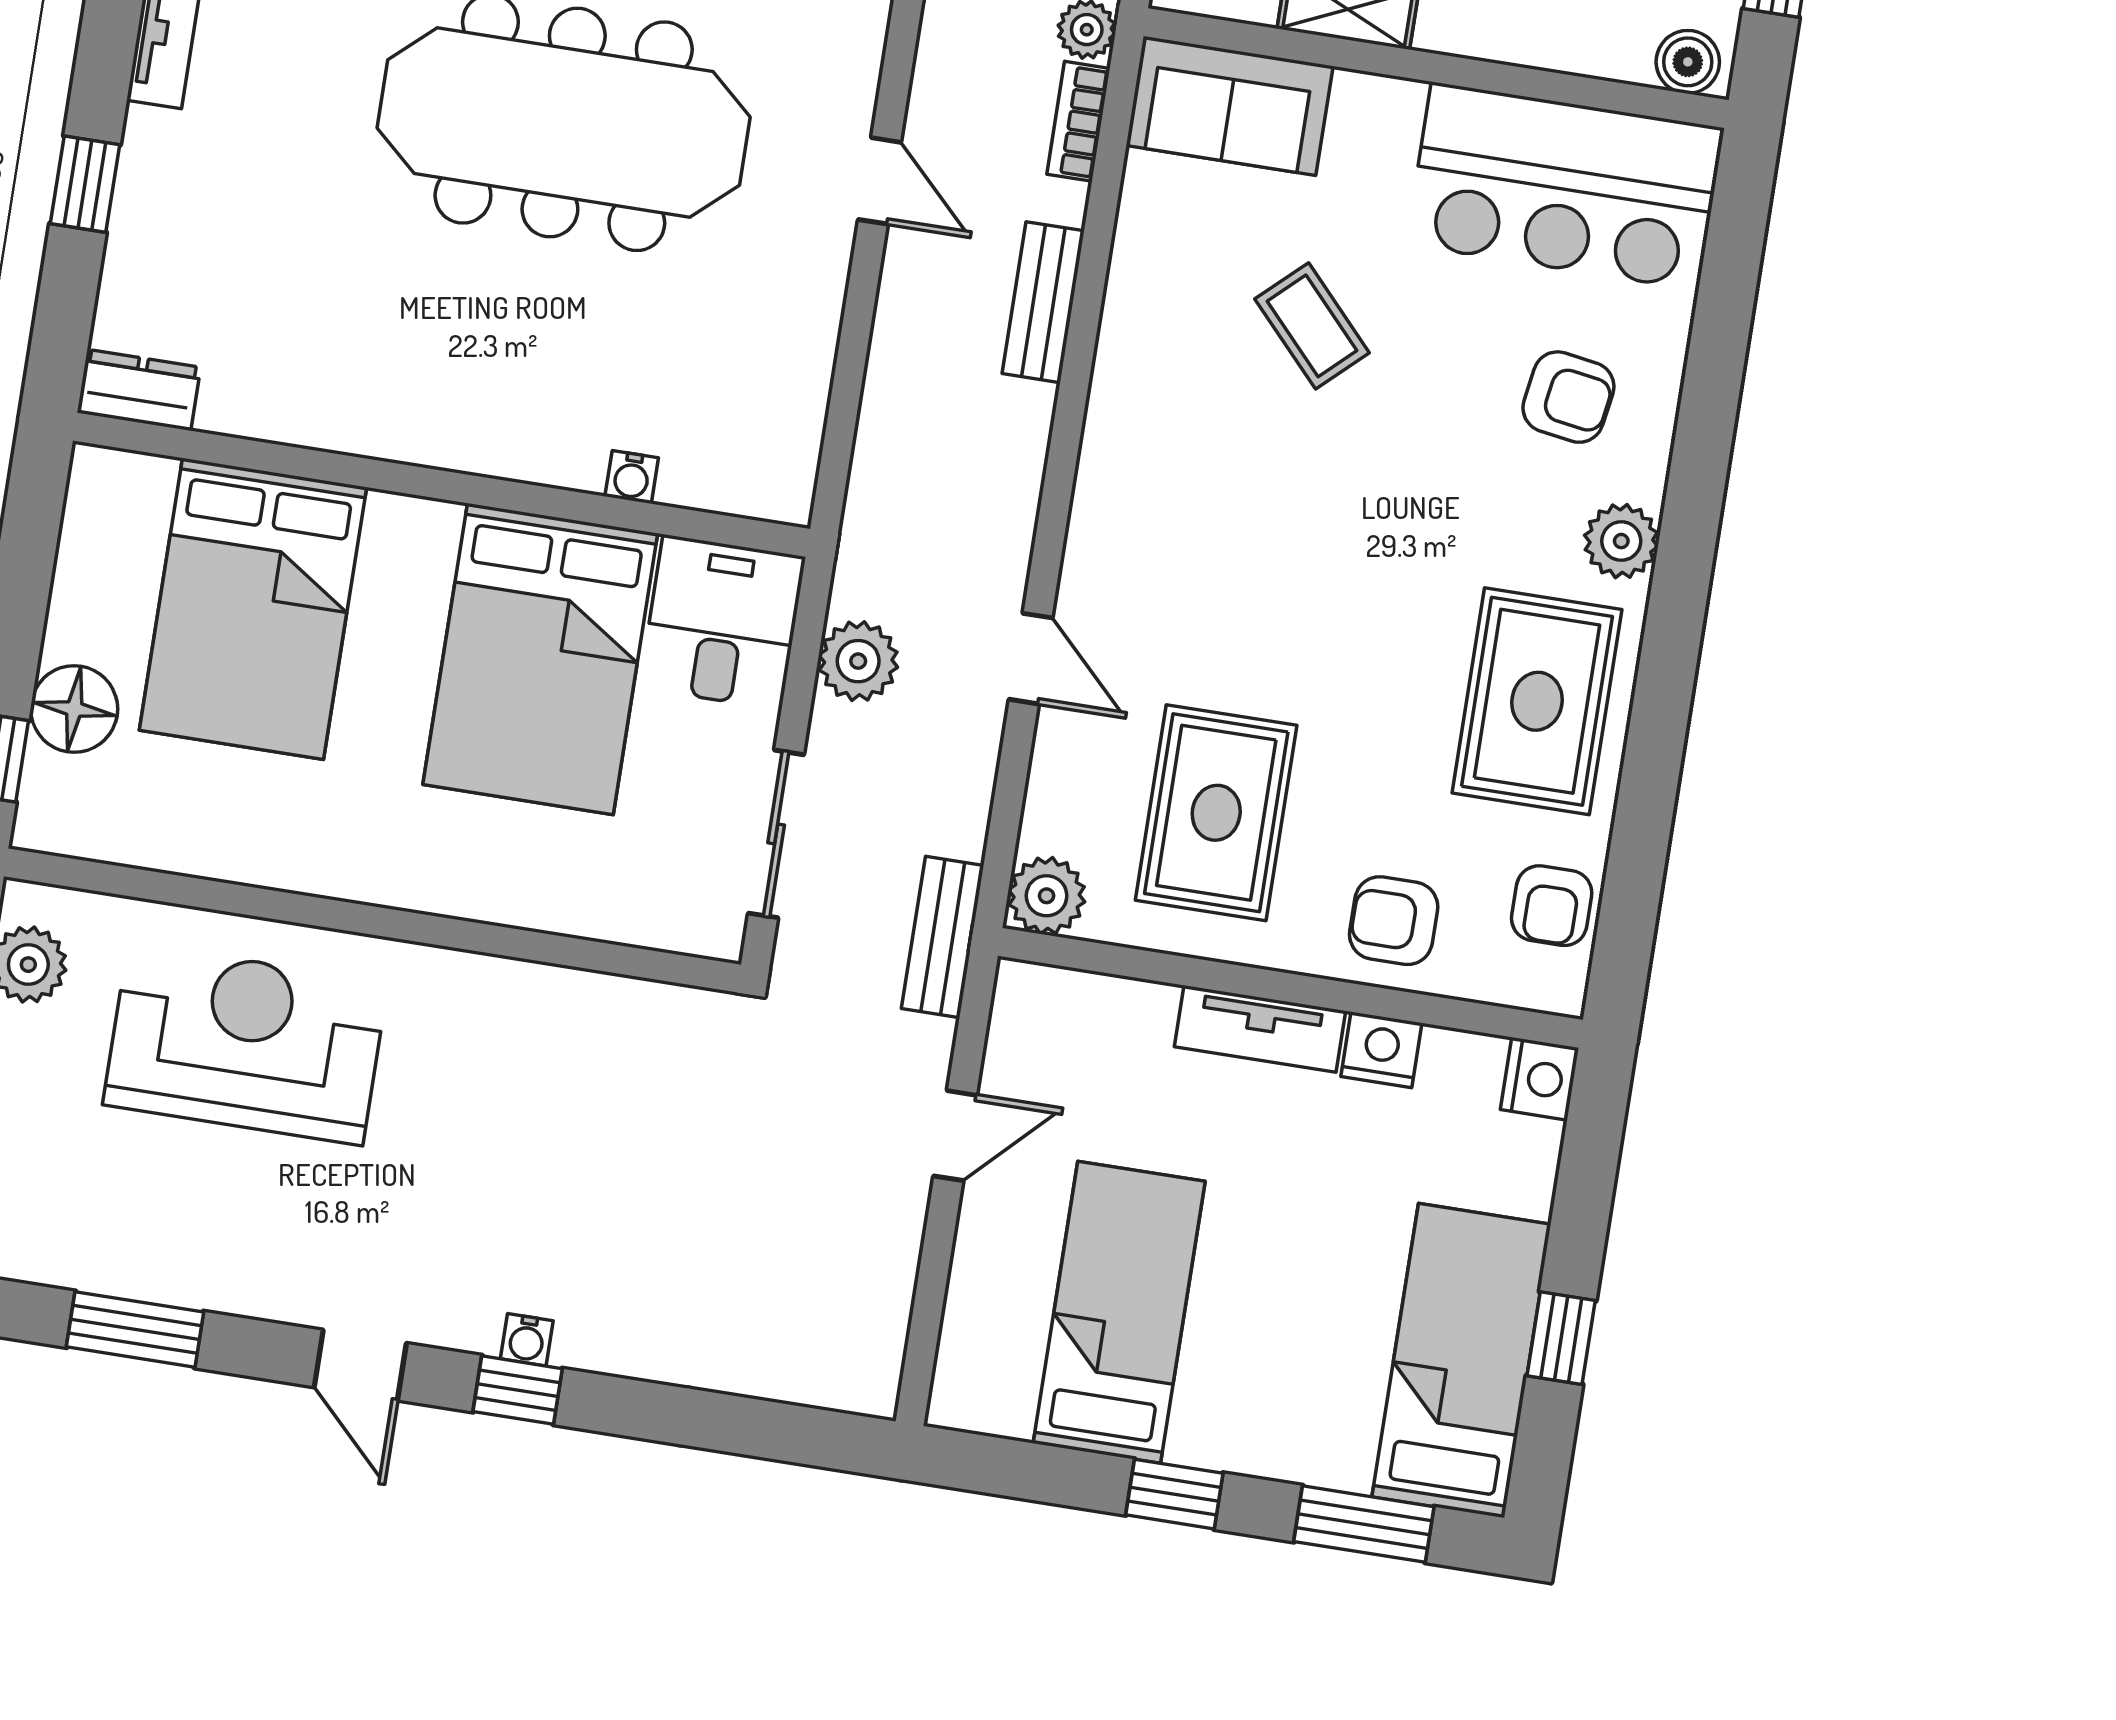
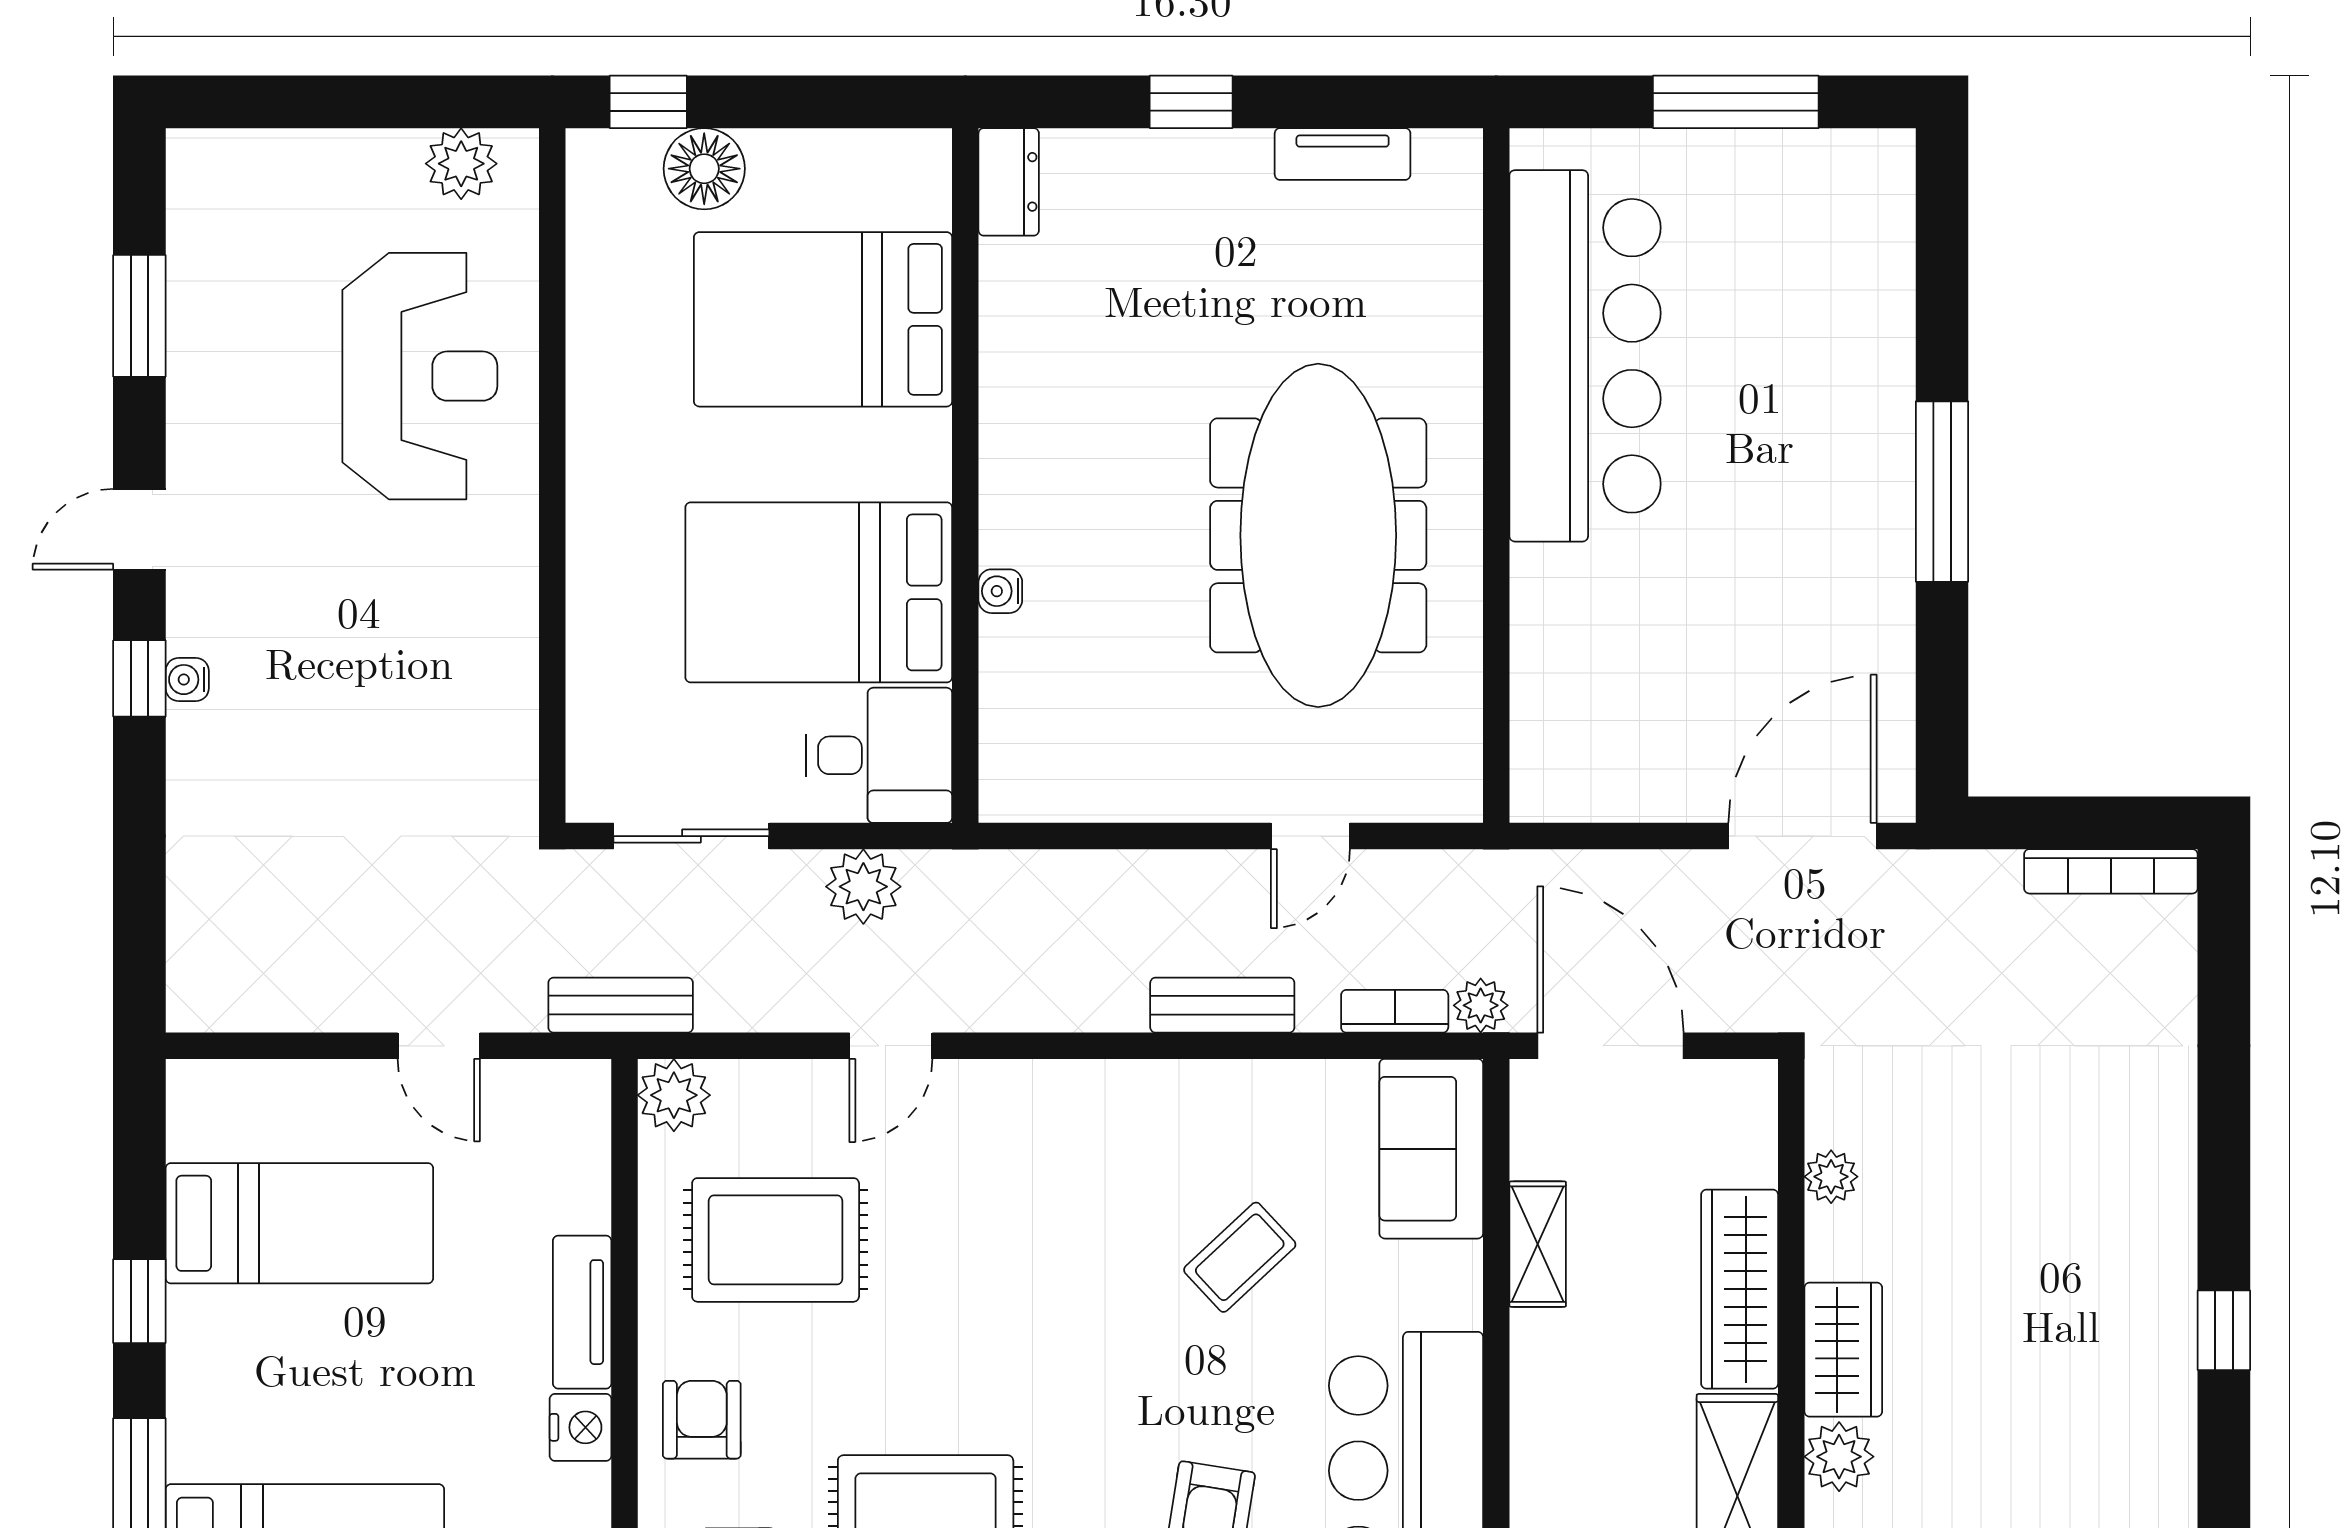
water cooler: (632, 477) -> (1000, 591), moved

